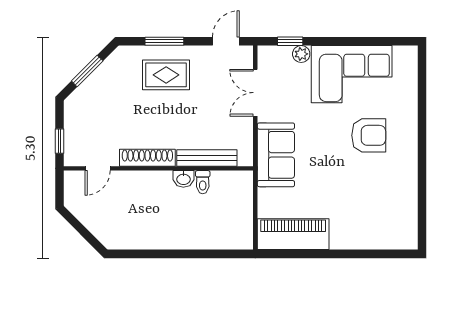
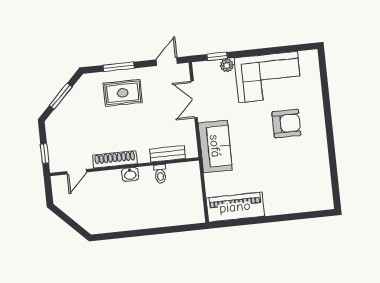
bench: (207, 158) -> (168, 154), width x0.73
washbasin: (183, 179) -> (130, 174), moved

